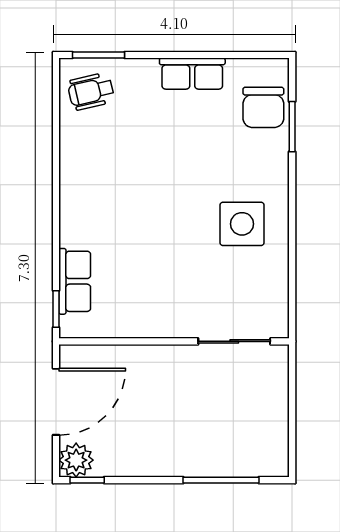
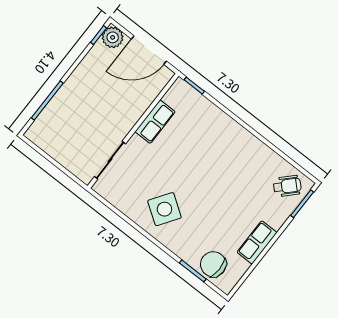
wheelchair: (91, 91) -> (287, 186), turned 57
side table: (242, 224) -> (164, 209), turned 34
row of seats: (75, 281) -> (155, 122), moved, turned -90
door: (56, 402) -> (149, 50), hinge flipped

